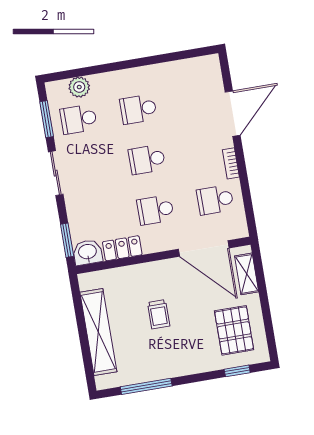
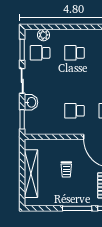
school desk: (147, 160) -> (74, 82), removed
locker: (122, 248) -> (52, 129), removed
washbasin: (88, 252) -> (31, 102), moved, turned 90
window: (146, 386) -> (77, 208), moved

